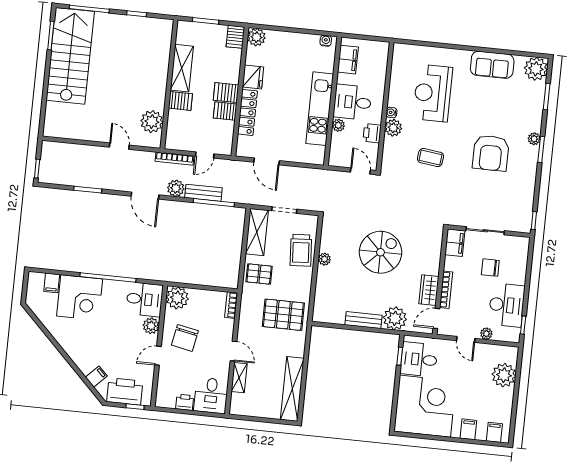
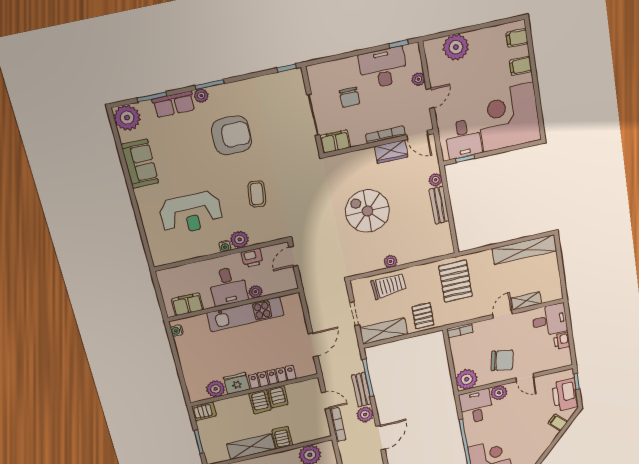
plant: (257, 37) -> (216, 389), moved
row of seats: (534, 113) -> (174, 104), added
plant: (395, 318) -> (436, 180), width x0.53, depth x0.53

